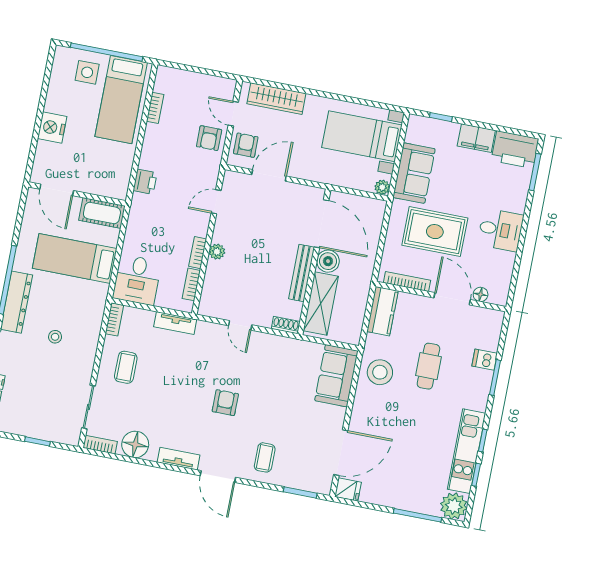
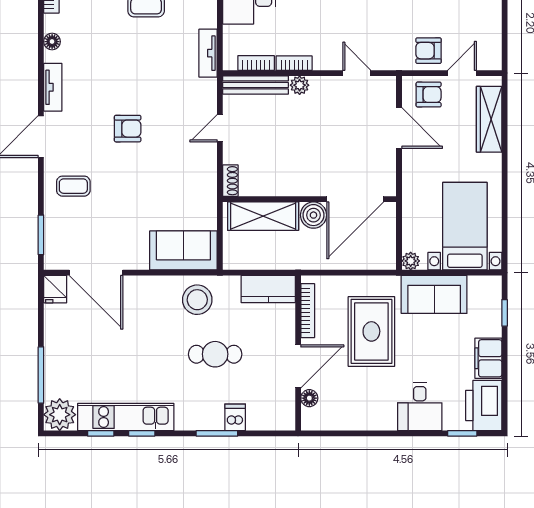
window: (535, 172) -> (462, 433), width x0.67
desk: (500, 230) -> (420, 407), moved
bench: (302, 273) -> (256, 85), moved
floor lamp: (135, 444) -> (52, 42), width x0.53, depth x0.53

